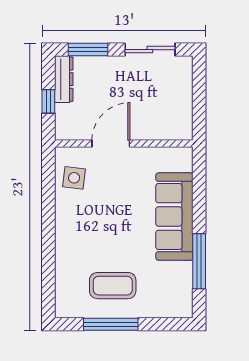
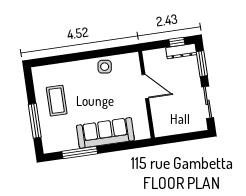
window: (48, 101) -> (177, 42), moved
side table: (74, 178) -> (105, 67), moved
window: (111, 324) -> (35, 121), moved

